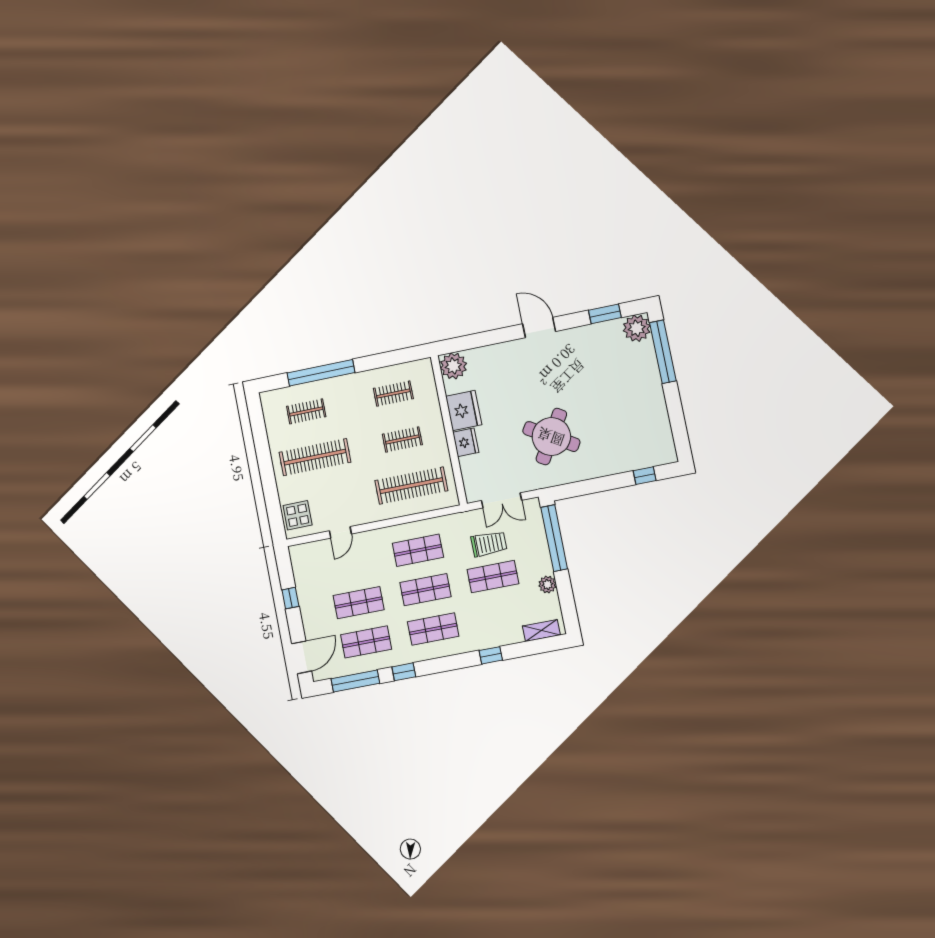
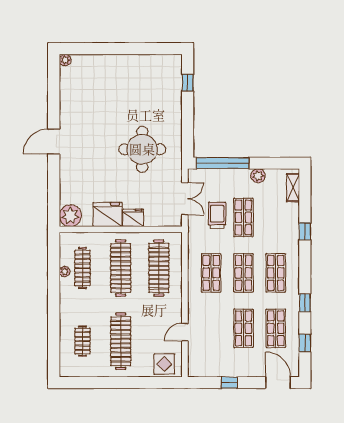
window: (605, 314) -> (54, 88), removed
plant: (637, 328) -> (65, 60), width x0.53, depth x0.53
window: (663, 352) -> (93, 49), removed
window: (321, 373) -> (54, 323), removed
plant: (385, 373) -> (65, 271), added
clothes rail: (393, 394) -> (82, 268), width x1.36
round table: (551, 437) -> (142, 149), turned -31
clothes rail: (402, 439) -> (121, 268), width x1.86, depth x1.31
door: (340, 532) -> (185, 332), swing flipped
window: (355, 681) -> (305, 343), width x0.46

